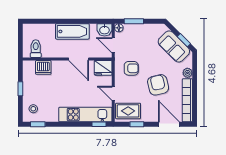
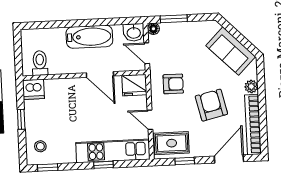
window: (184, 40) -> (244, 42), removed
dishwasher: (43, 67) -> (33, 89), moved
window: (99, 124) -> (104, 165), moved
door: (169, 124) -> (229, 159), hinge flipped

